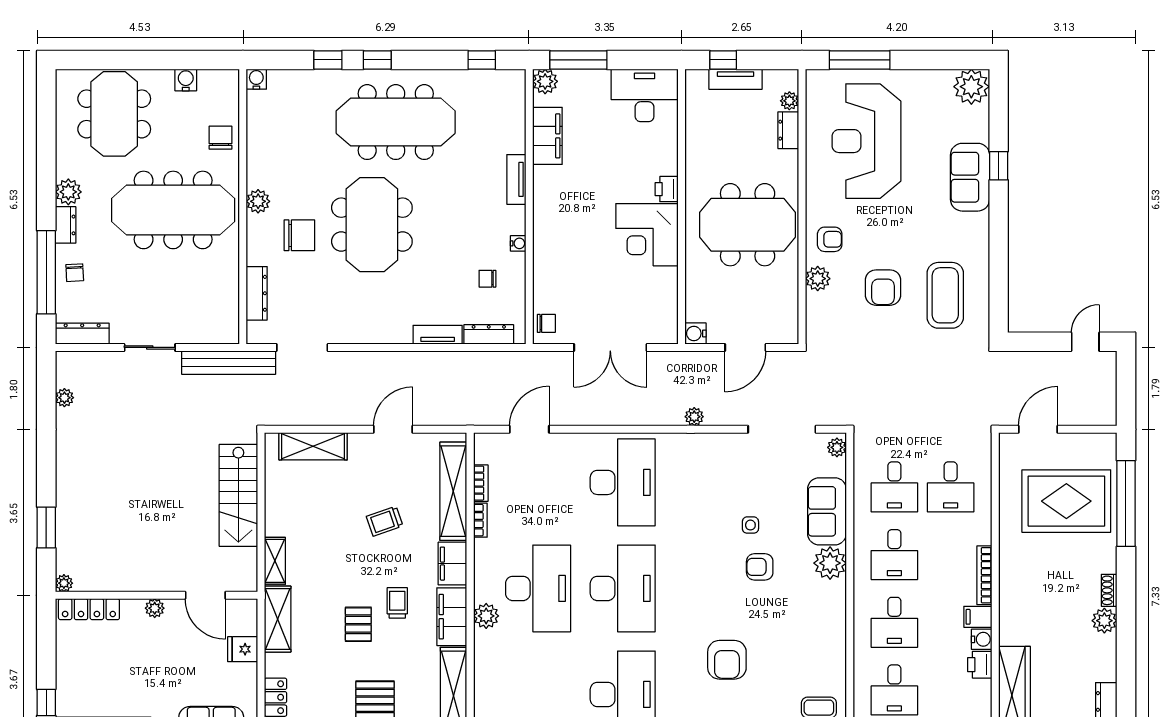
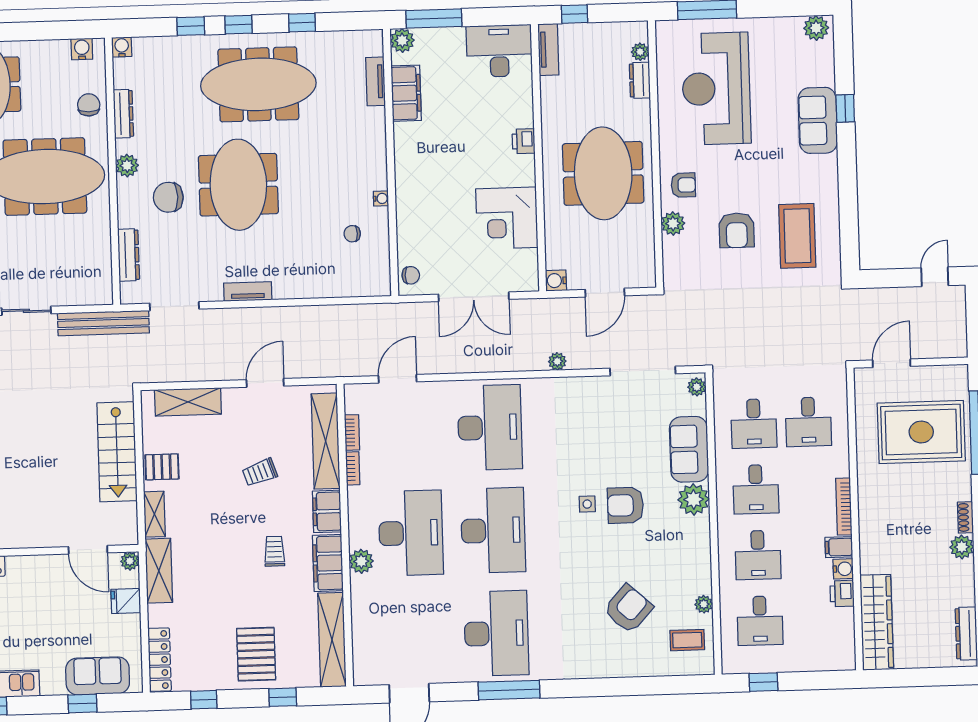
window: (482, 60) -> (302, 23), moved
tv unit: (736, 79) -> (548, 50), moved, turned -90
water cooler: (186, 80) -> (82, 49), moved
plant: (971, 87) -> (816, 28), width x0.73, depth x0.73
tv unit: (516, 179) -> (376, 81), moved
meeting table: (748, 225) -> (603, 173), turned 90
chair: (299, 235) -> (168, 197), turned 180
corner desk: (647, 235) -> (507, 218), moved
dresser: (489, 334) -> (123, 114), moved, turned 90
tv unit: (438, 335) -> (248, 291), moved
side table: (750, 525) -> (587, 504), moved
armchair: (760, 567) -> (625, 505), width x1.38, depth x1.38
plant: (155, 608) -> (130, 561), moved
pallet: (358, 624) -> (162, 467), moved, turned 90
armchair: (727, 660) -> (628, 609), moved, turned -138
plant: (837, 671) -> (704, 604), added

